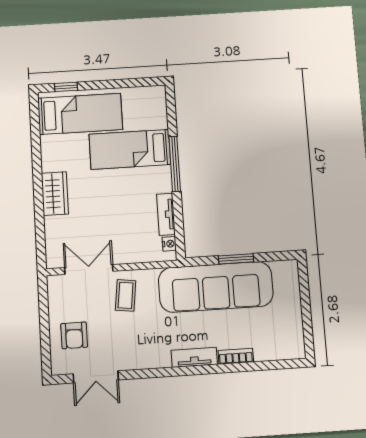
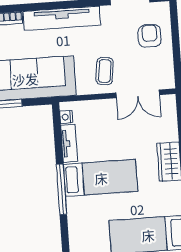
bed: (130, 149) -> (101, 178), moved
tv unit: (194, 357) -> (62, 18), width x1.92, depth x1.29

